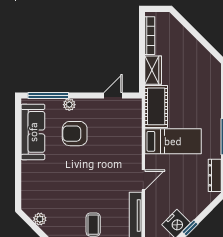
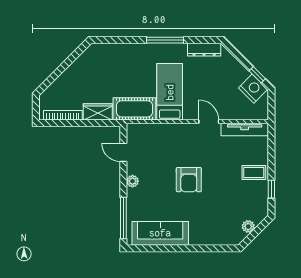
plant: (69, 105) -> (133, 181), moved
armchair: (75, 134) -> (189, 180), moved

